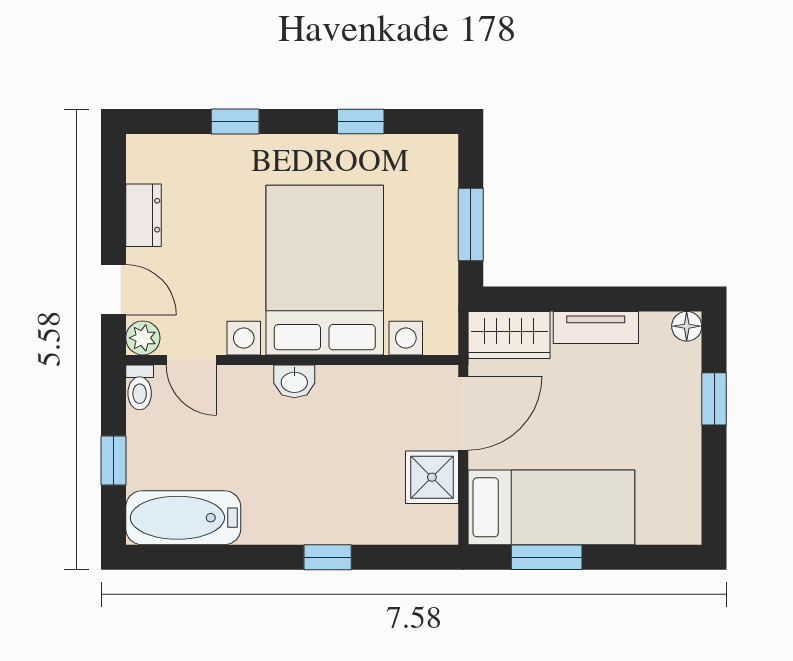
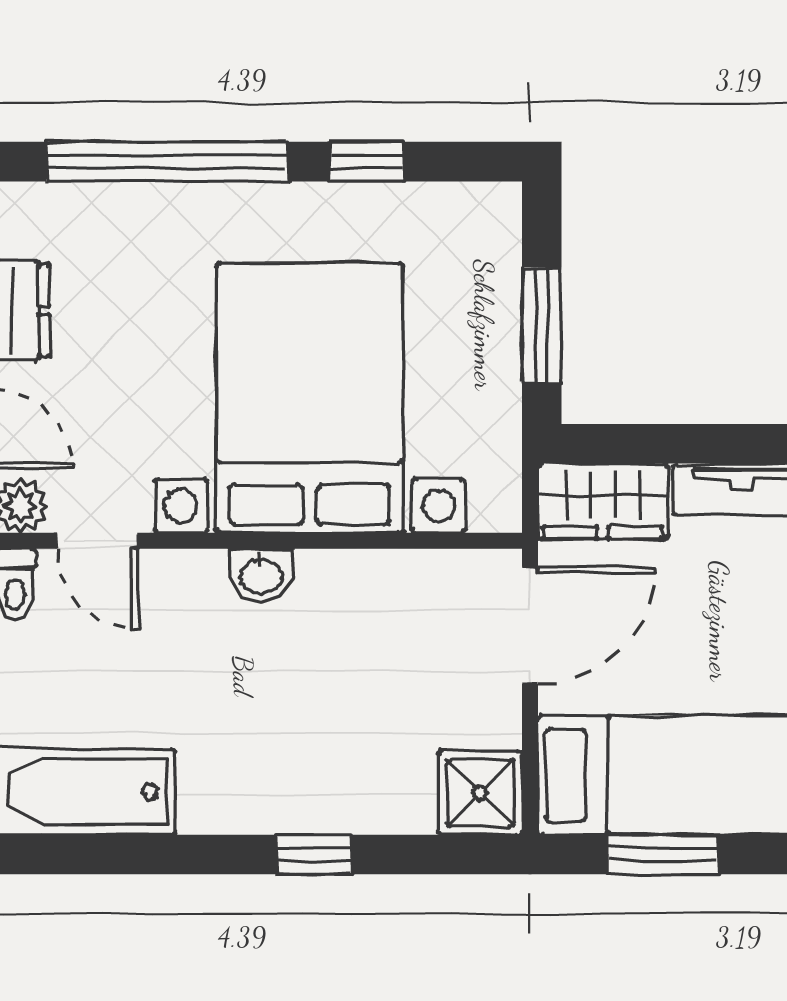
window: (235, 122) -> (167, 162), width x3.17
shower: (432, 477) -> (480, 793), moved

